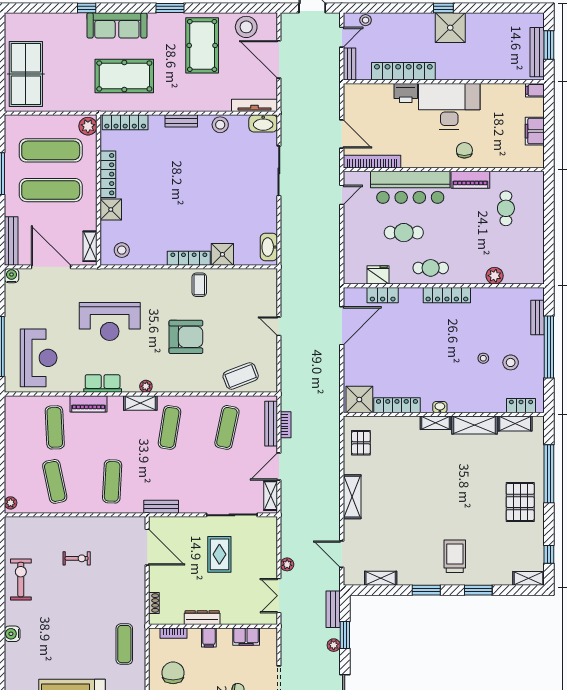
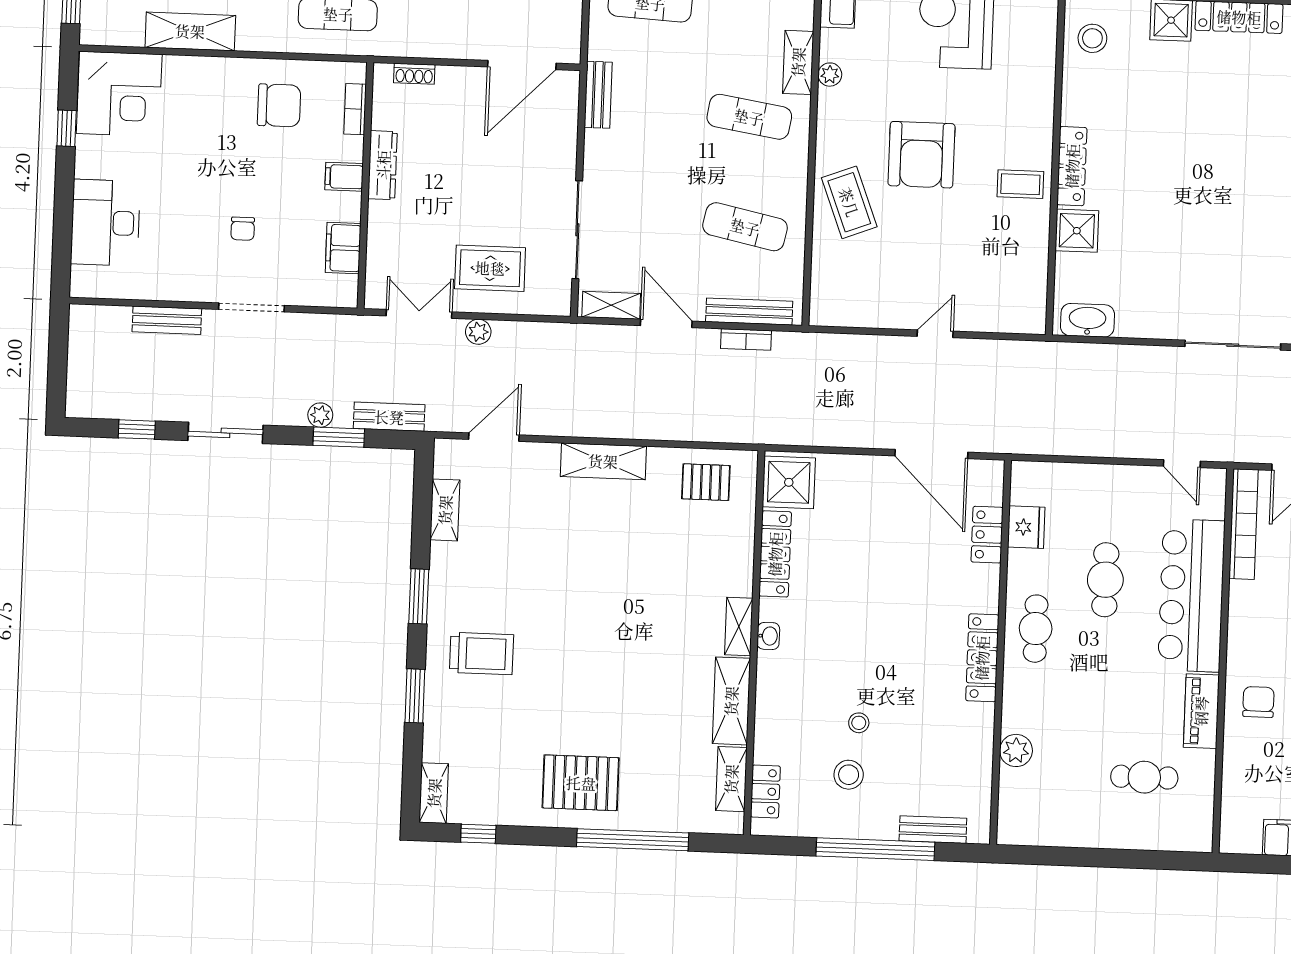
chair: (464, 150) -> (1258, 702), turned -90
coffee table: (241, 376) -> (849, 202), moved
rug: (219, 554) -> (490, 268), moved

